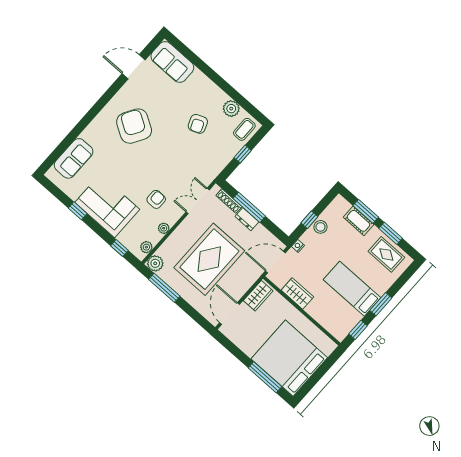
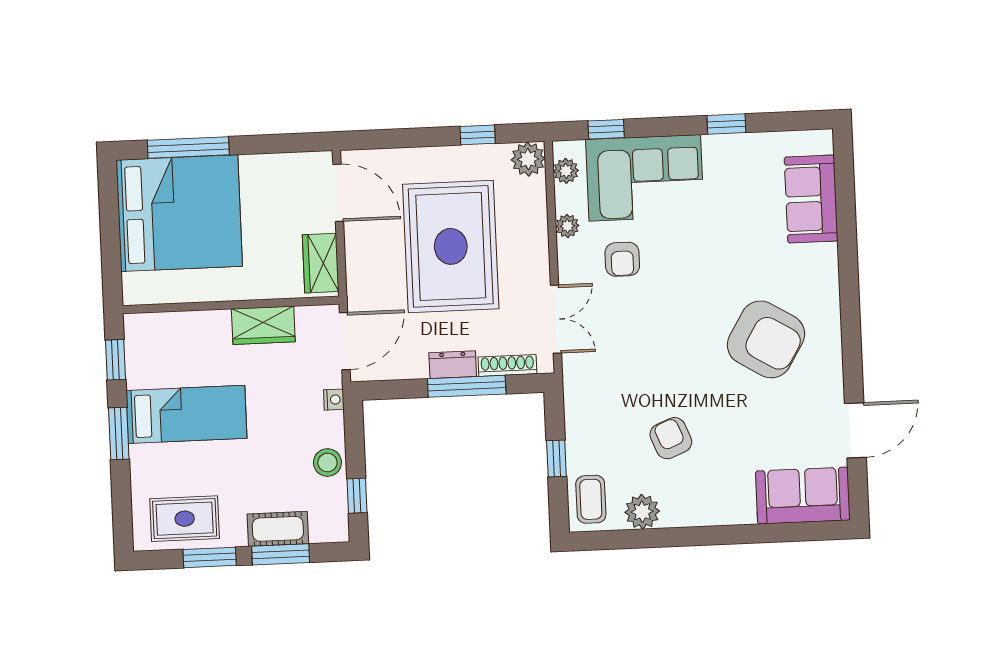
corner sofa: (107, 206) -> (645, 178), moved
window: (309, 220) -> (357, 496), moved
window: (164, 288) -> (478, 135), width x0.46

